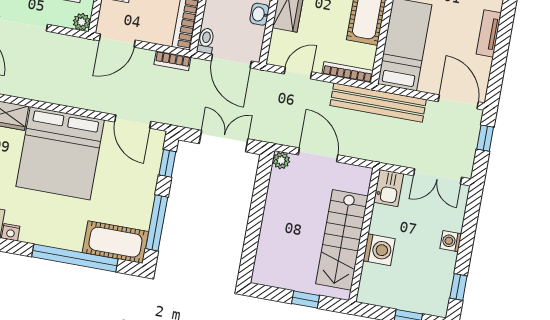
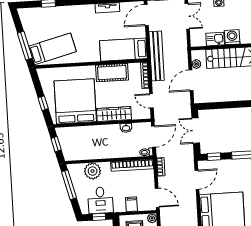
plant: (281, 160) -> (196, 64), moved
kitchen sink: (389, 188) -> (215, 39), moved

